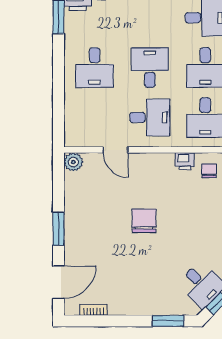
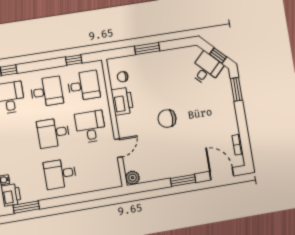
desk: (95, 68) -> (60, 174), turned 180
printer: (185, 161) -> (122, 101), width x1.87, depth x1.48

